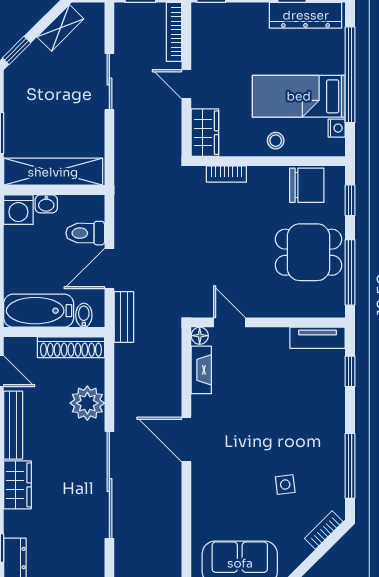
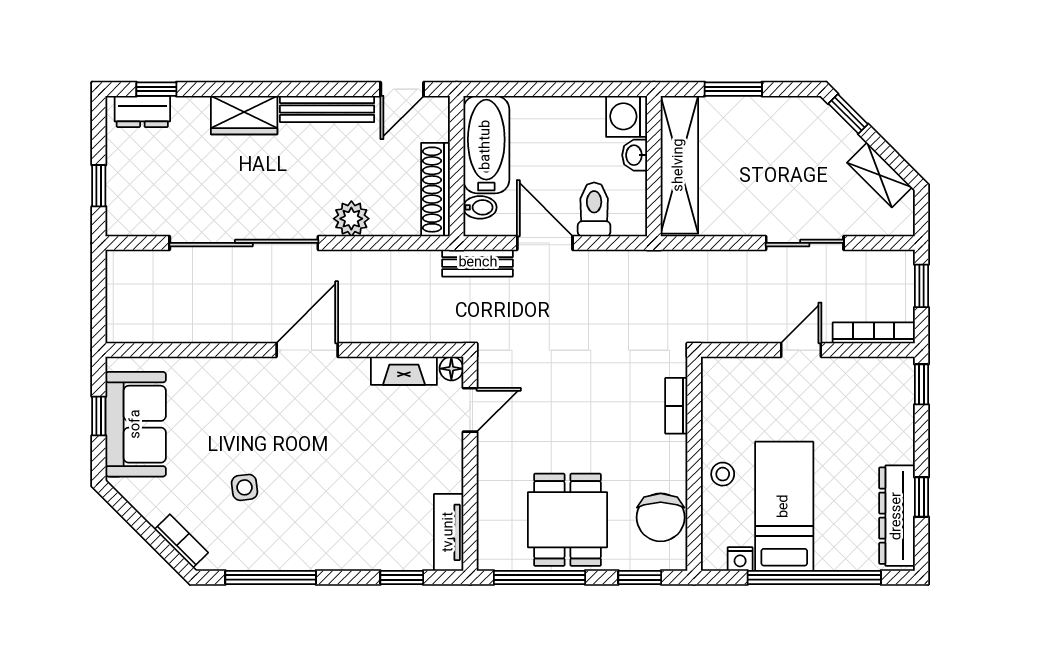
wardrobe: (205, 133) -> (734, 376), removed
plant: (87, 403) -> (351, 219), width x0.73, depth x0.73

